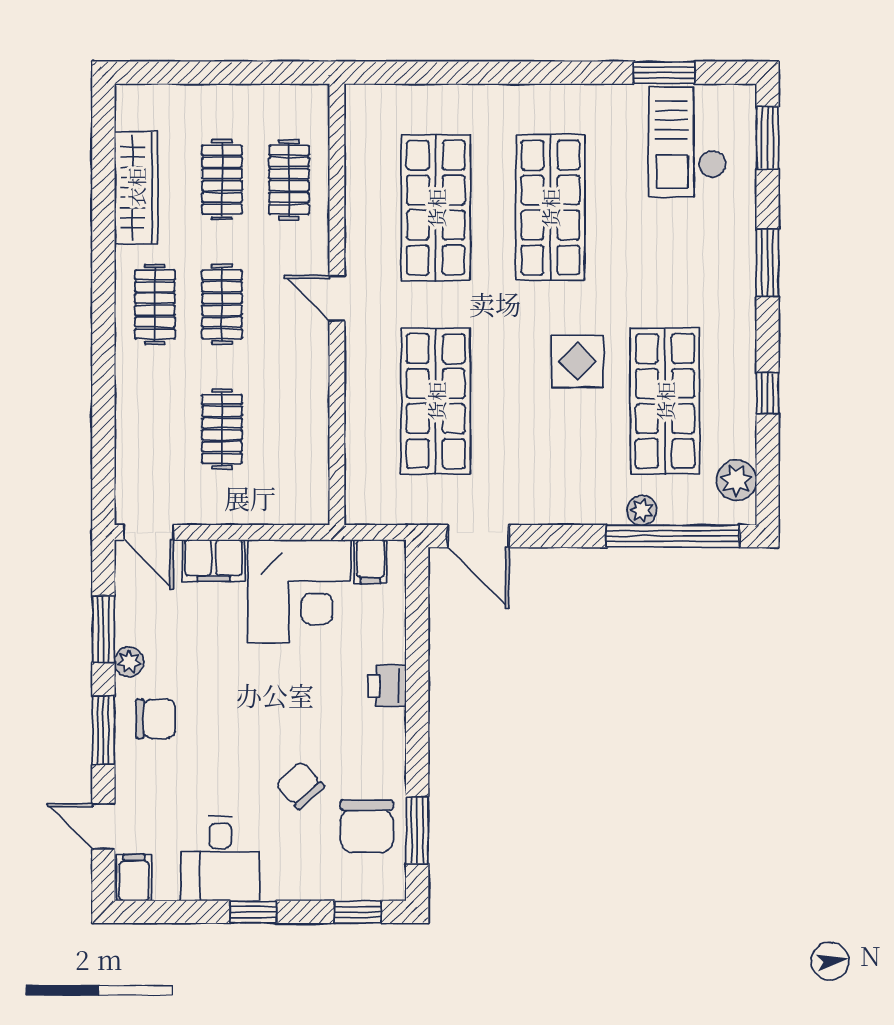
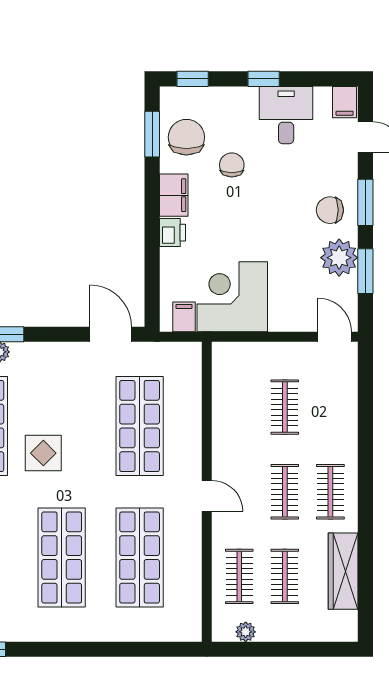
plant: (280, 98) -> (246, 632), added
filing cabinet: (214, 561) -> (174, 195), moved, turned 90
plant: (129, 662) -> (339, 258), width x1.87, depth x1.87
chair: (300, 785) -> (232, 165), turned -138

